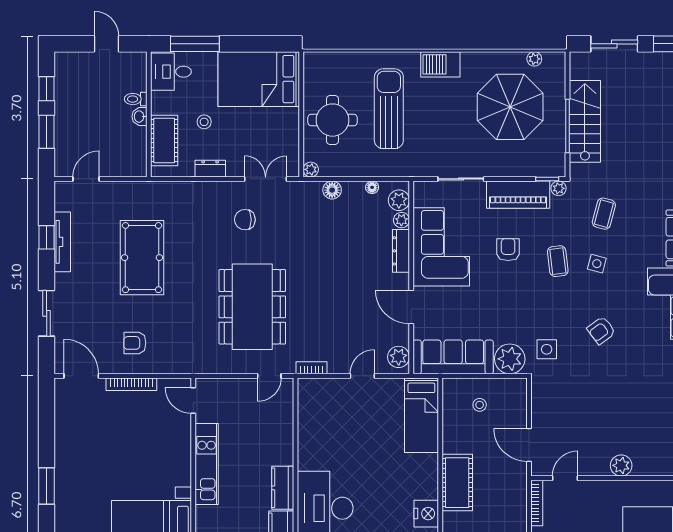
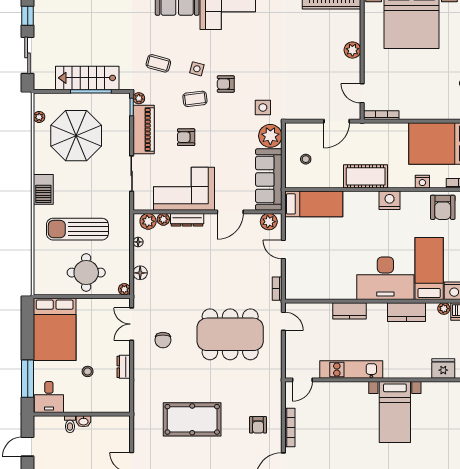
cot: (164, 140) -> (102, 402), removed
armchair: (601, 330) -> (226, 84), moved, turned 127
kitchen counter: (283, 488) -> (350, 311), moved

